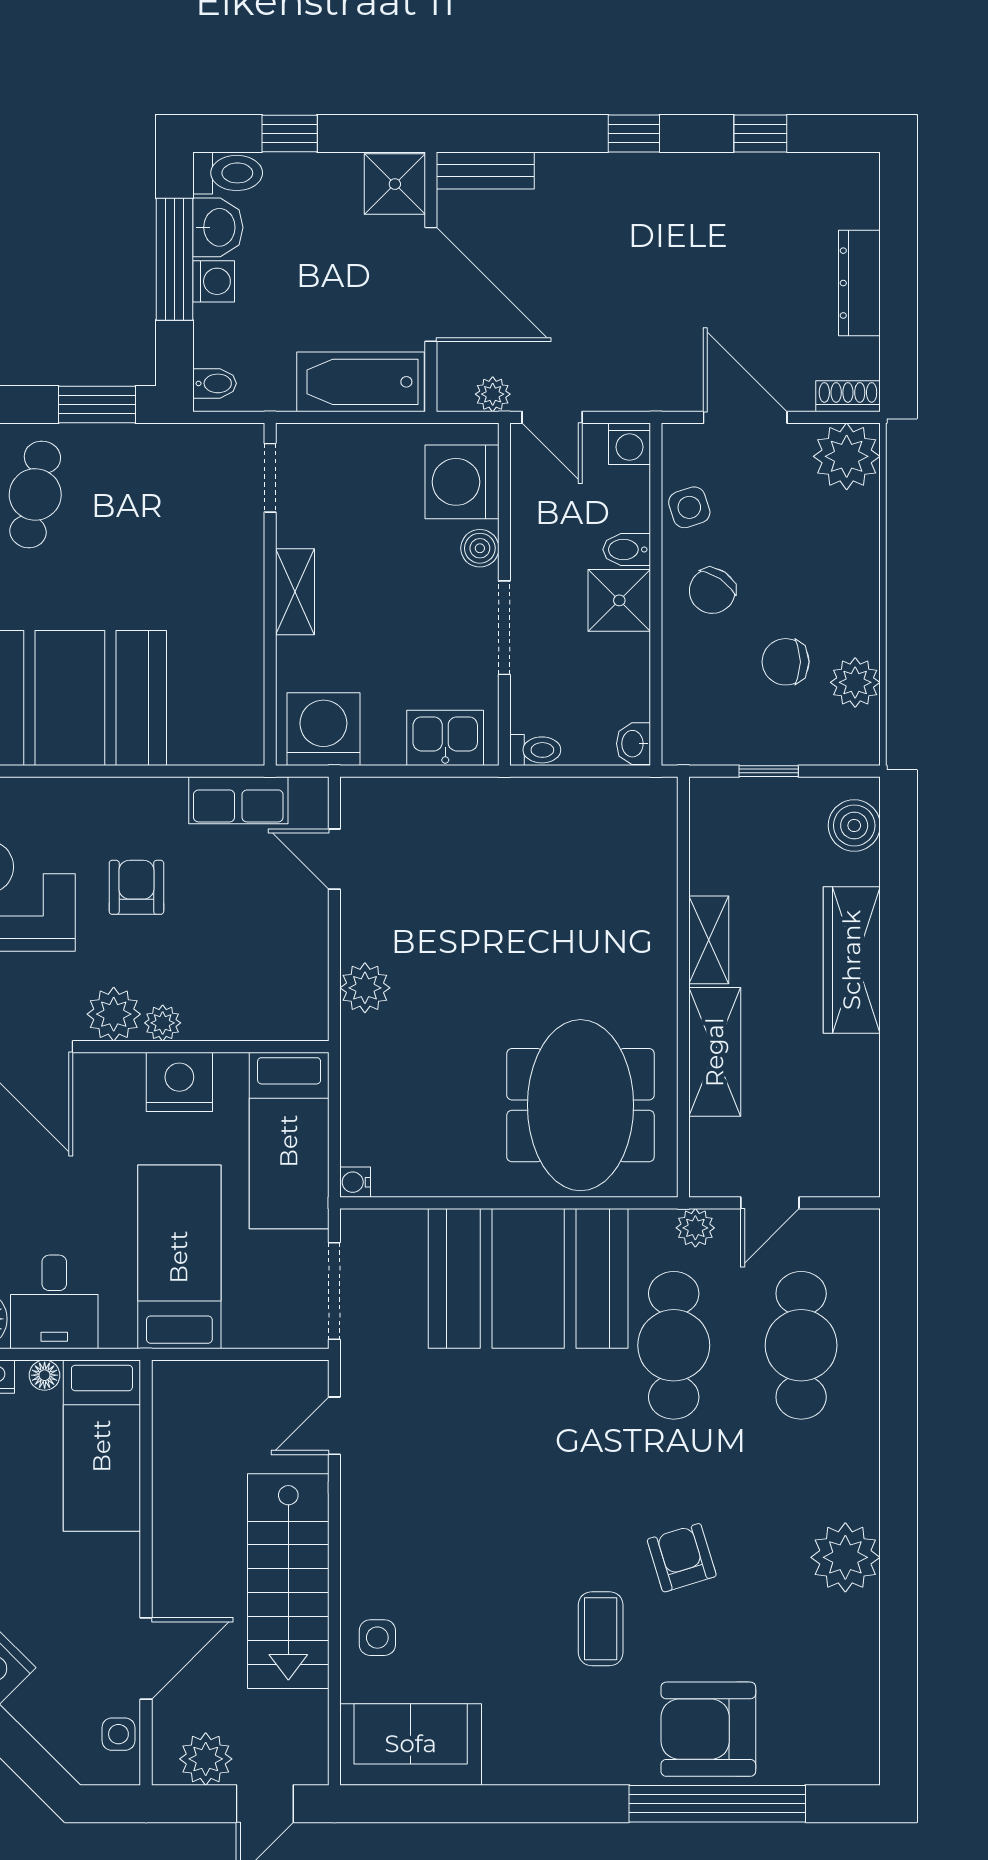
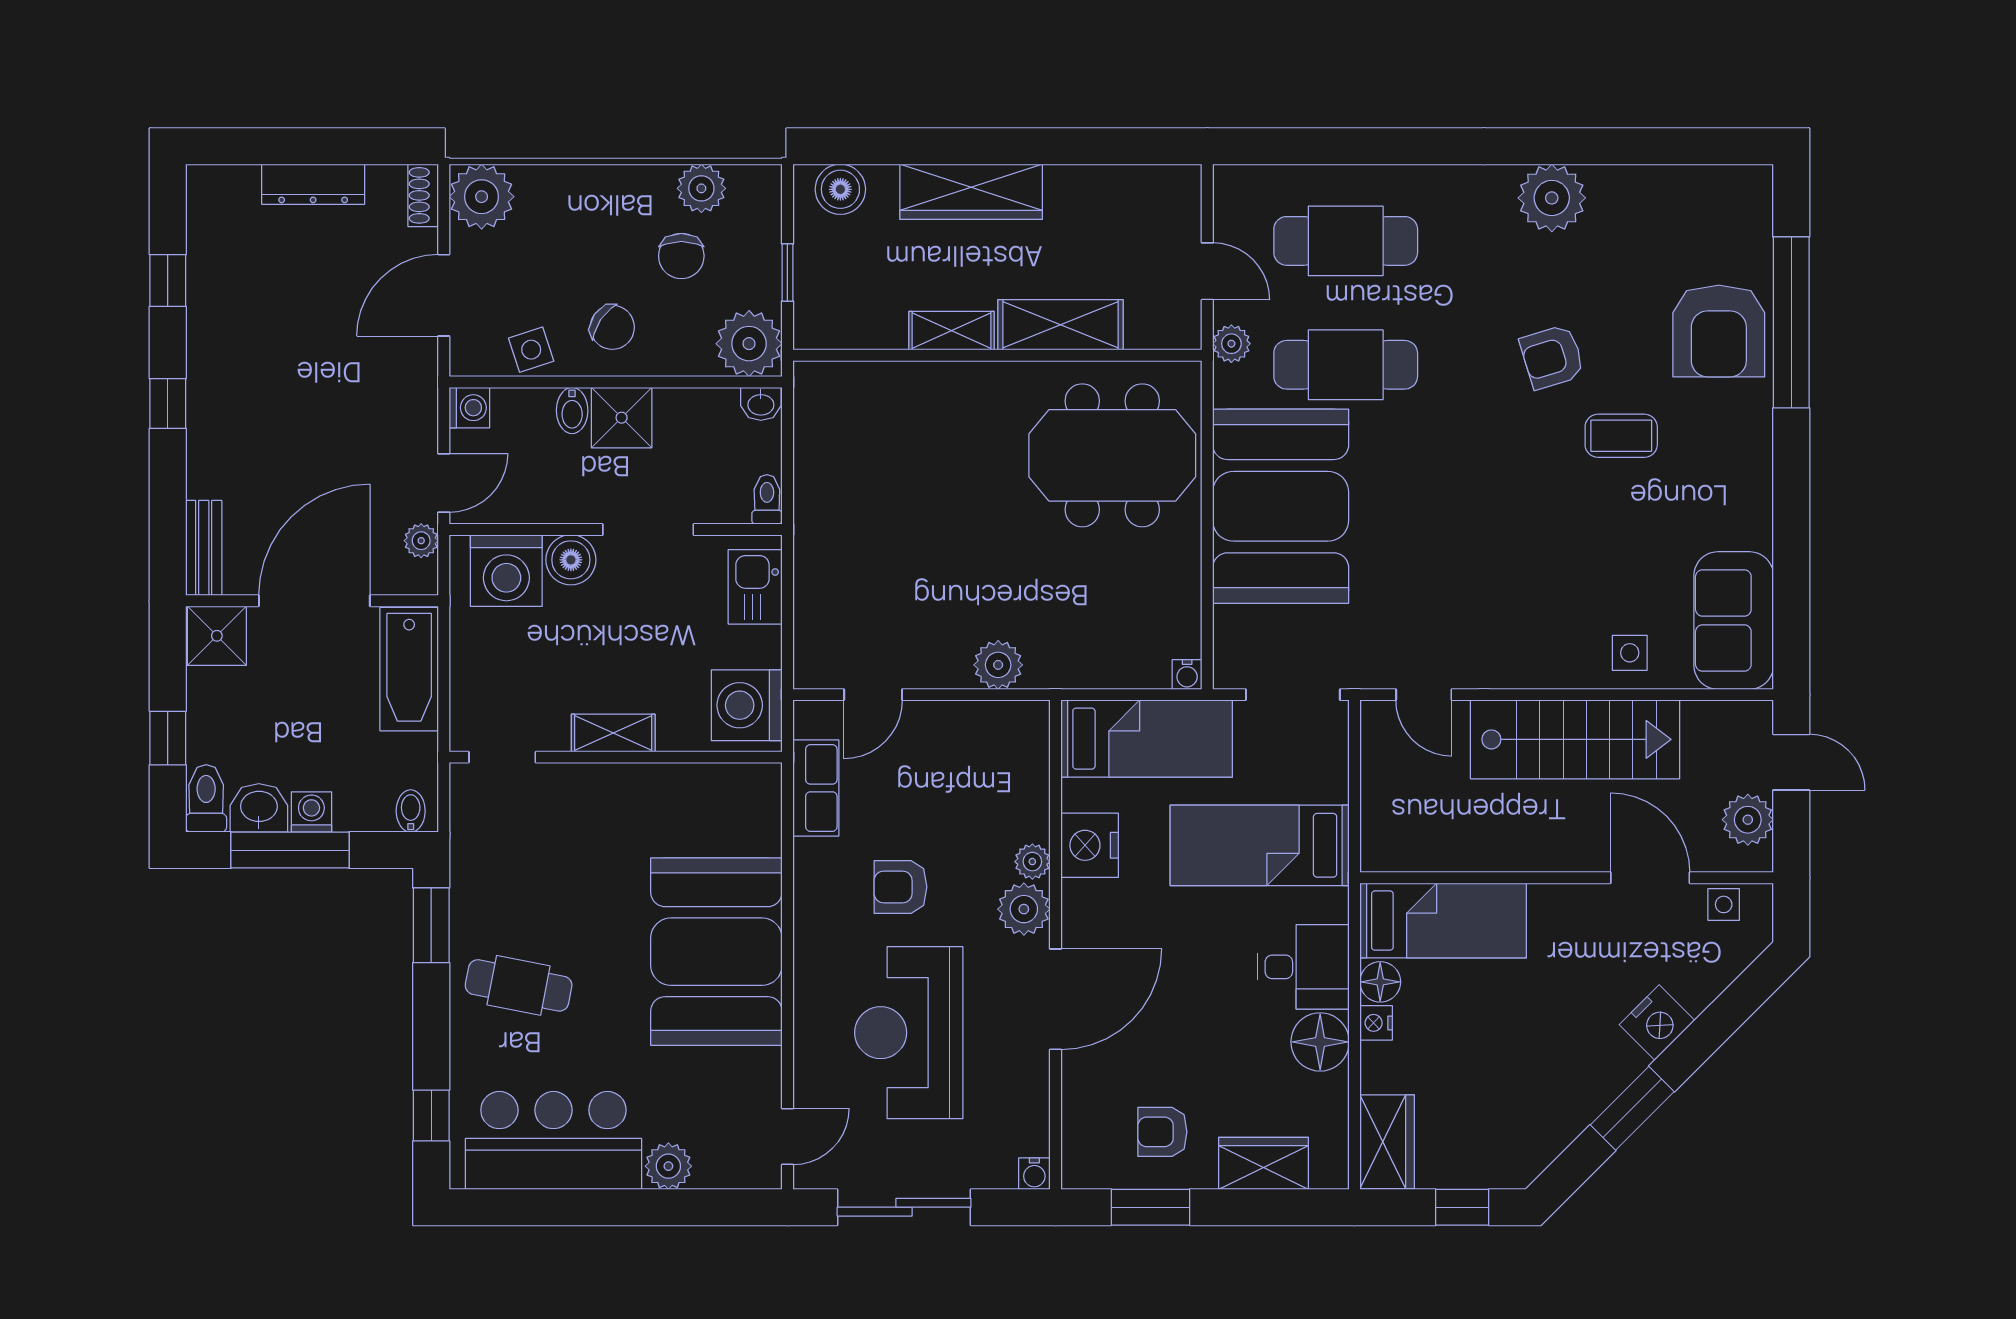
boiler: (480, 548) -> (571, 560), width x1.36, depth x1.36
plant: (695, 732) -> (749, 344), added
floor lamp: (45, 1375) -> (1380, 982), width x1.37, depth x1.37

